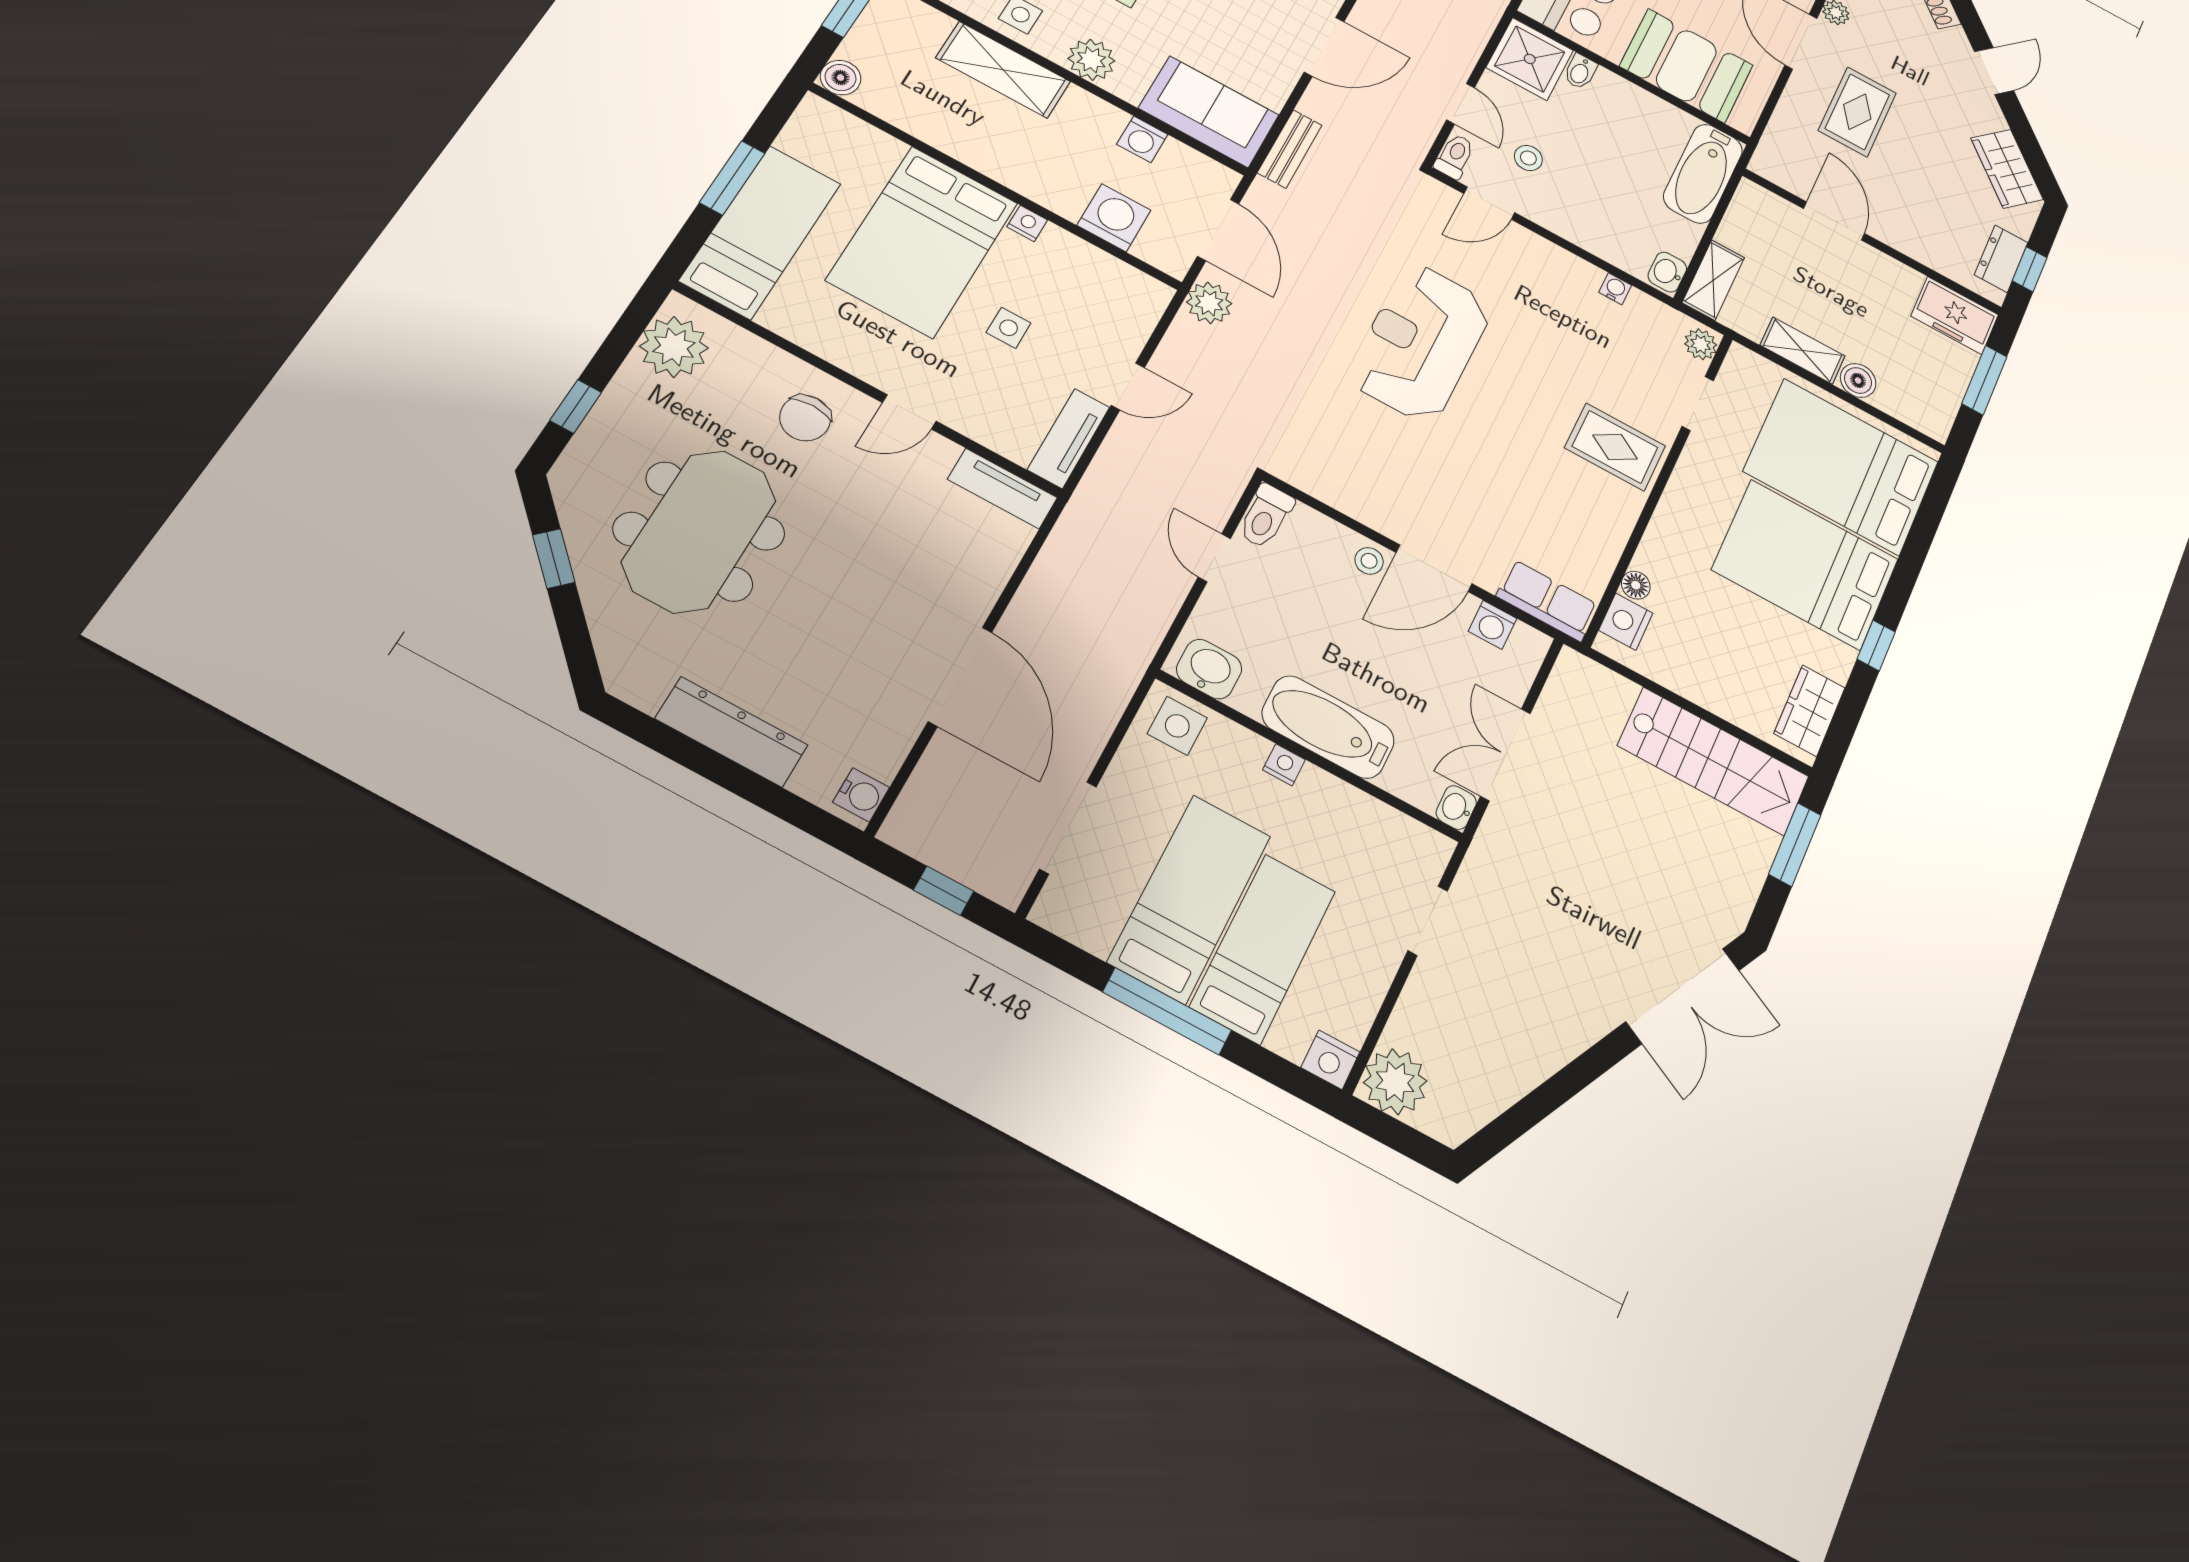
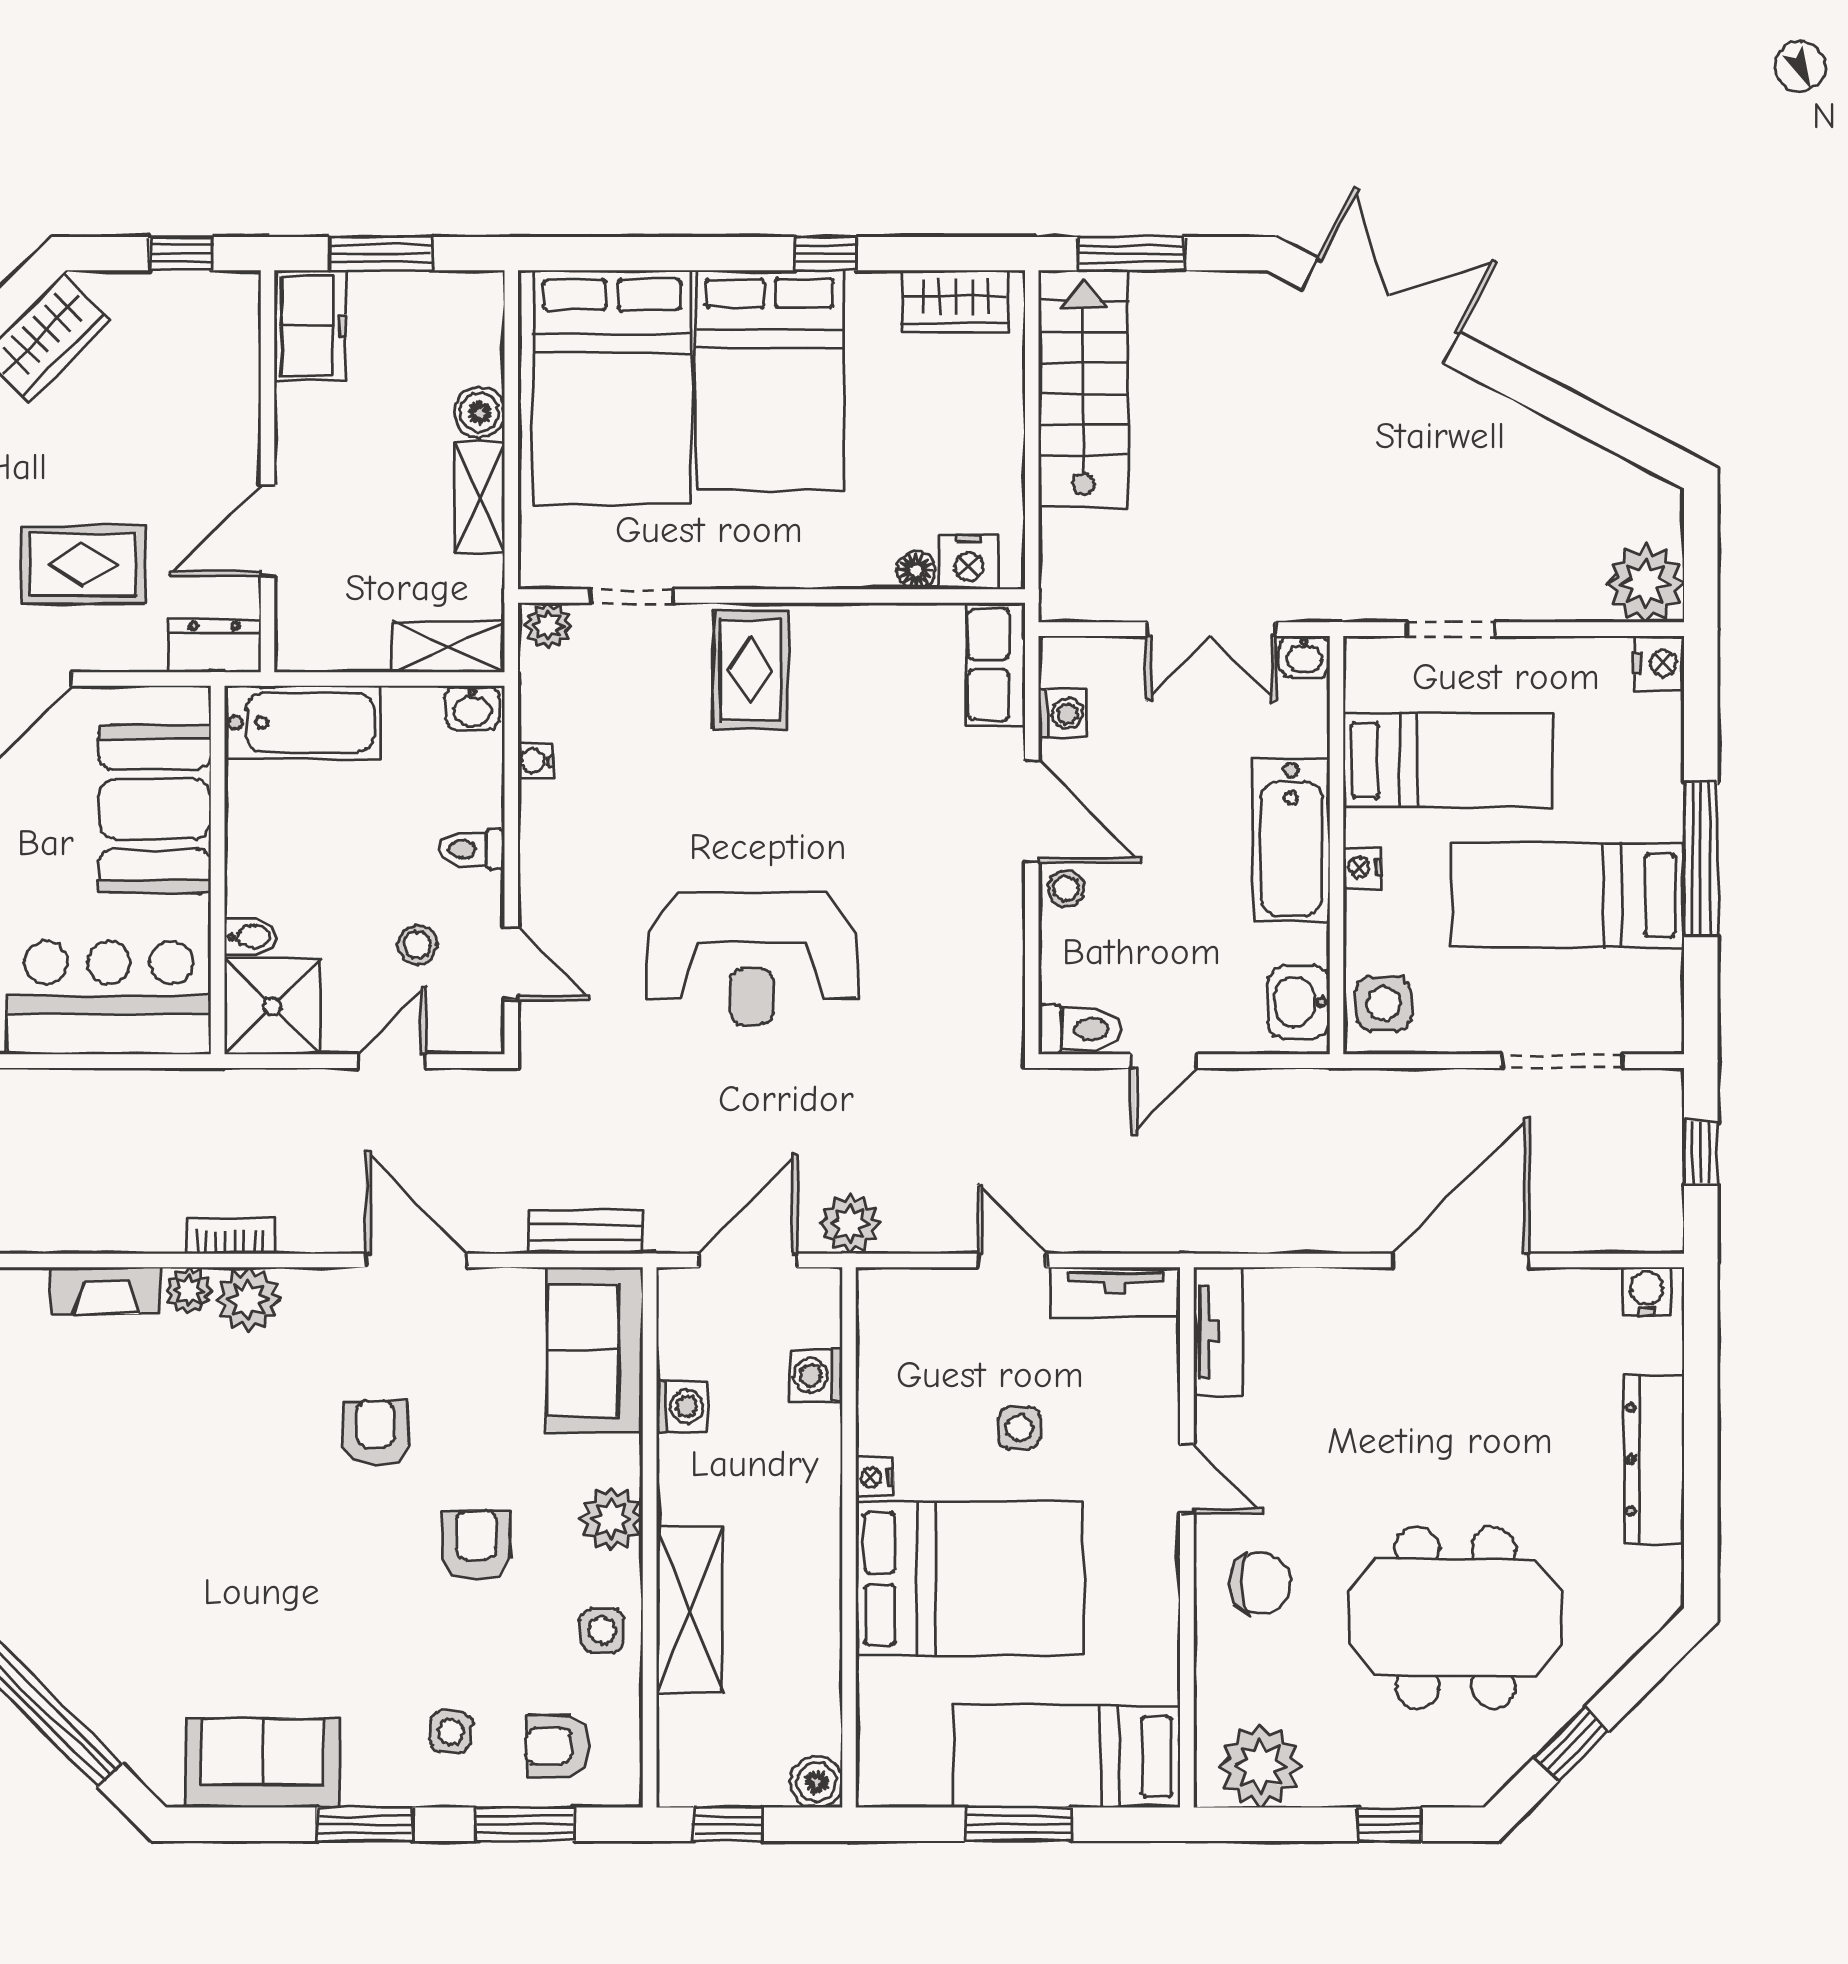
toilet: (1455, 156) -> (472, 849), moved
washing machine: (1114, 218) -> (816, 1376), width x0.73, depth x0.73
dresser: (2001, 259) -> (214, 646), moved, turned 180
bed: (1263, 949) -> (1448, 760), moved, turned 180

